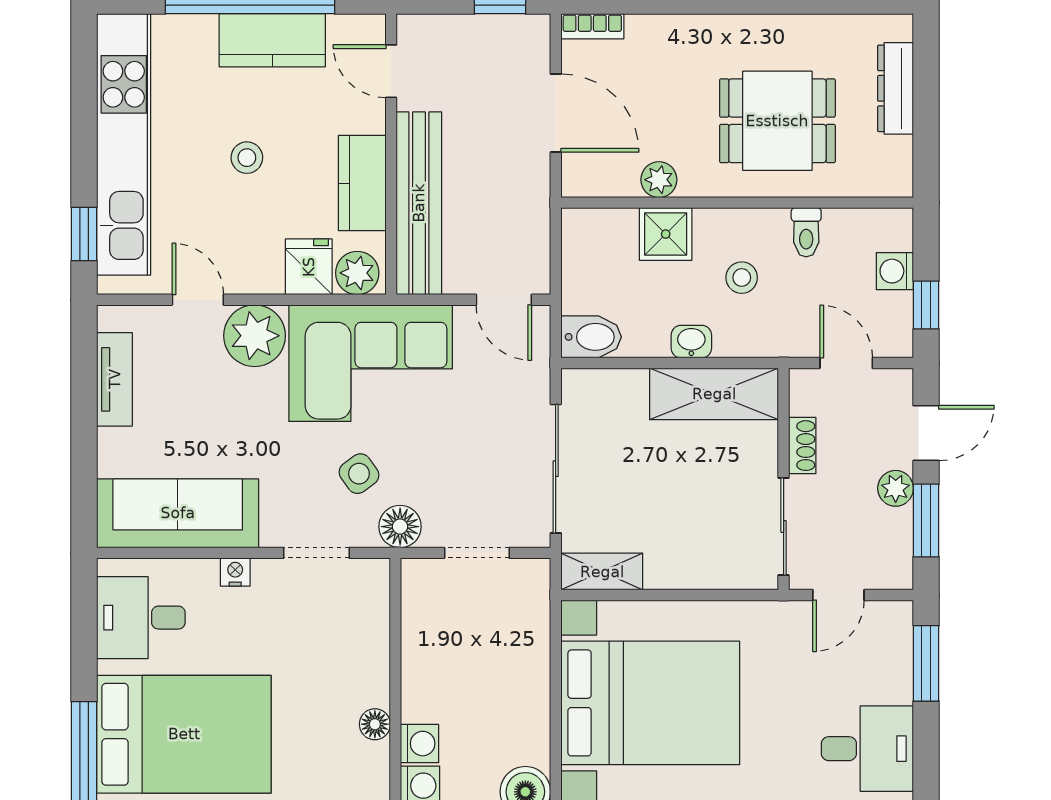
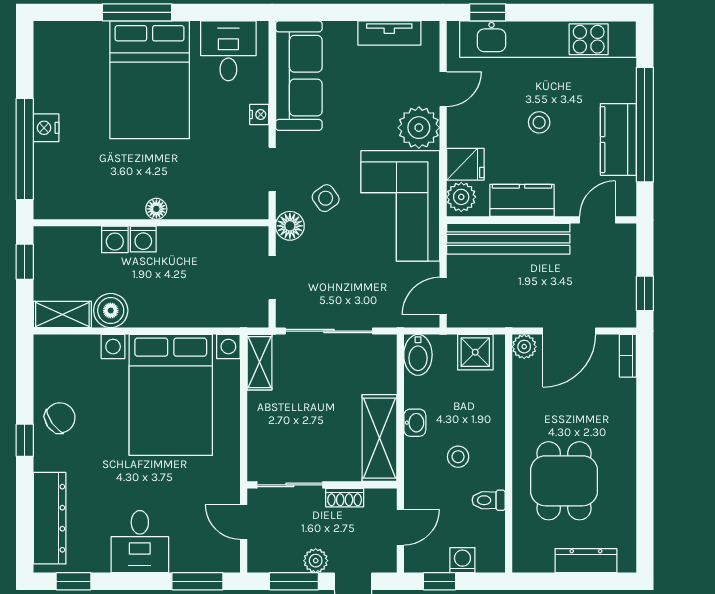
plant: (659, 180) -> (524, 347), moved
shower: (666, 234) -> (475, 352), moved

